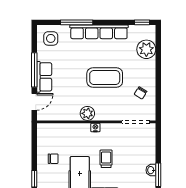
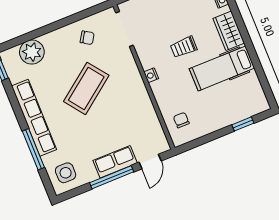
coffee table: (105, 77) -> (86, 88), turned 53
door: (34, 102) -> (150, 162), swing flipped
plant: (87, 113) -> (138, 92), removed
chair: (53, 159) -> (181, 120), moved

